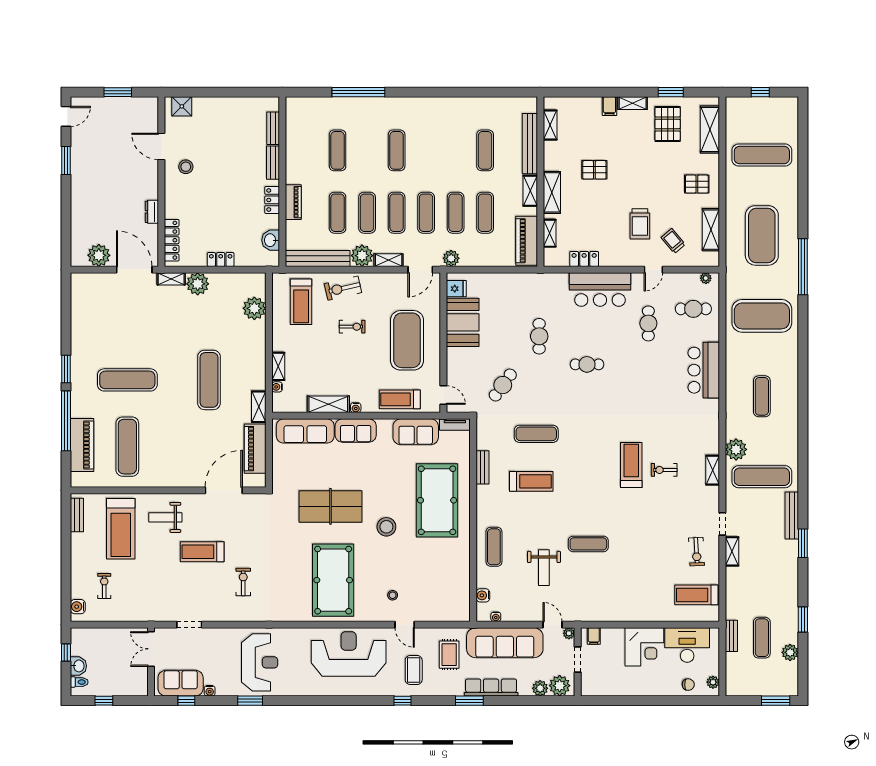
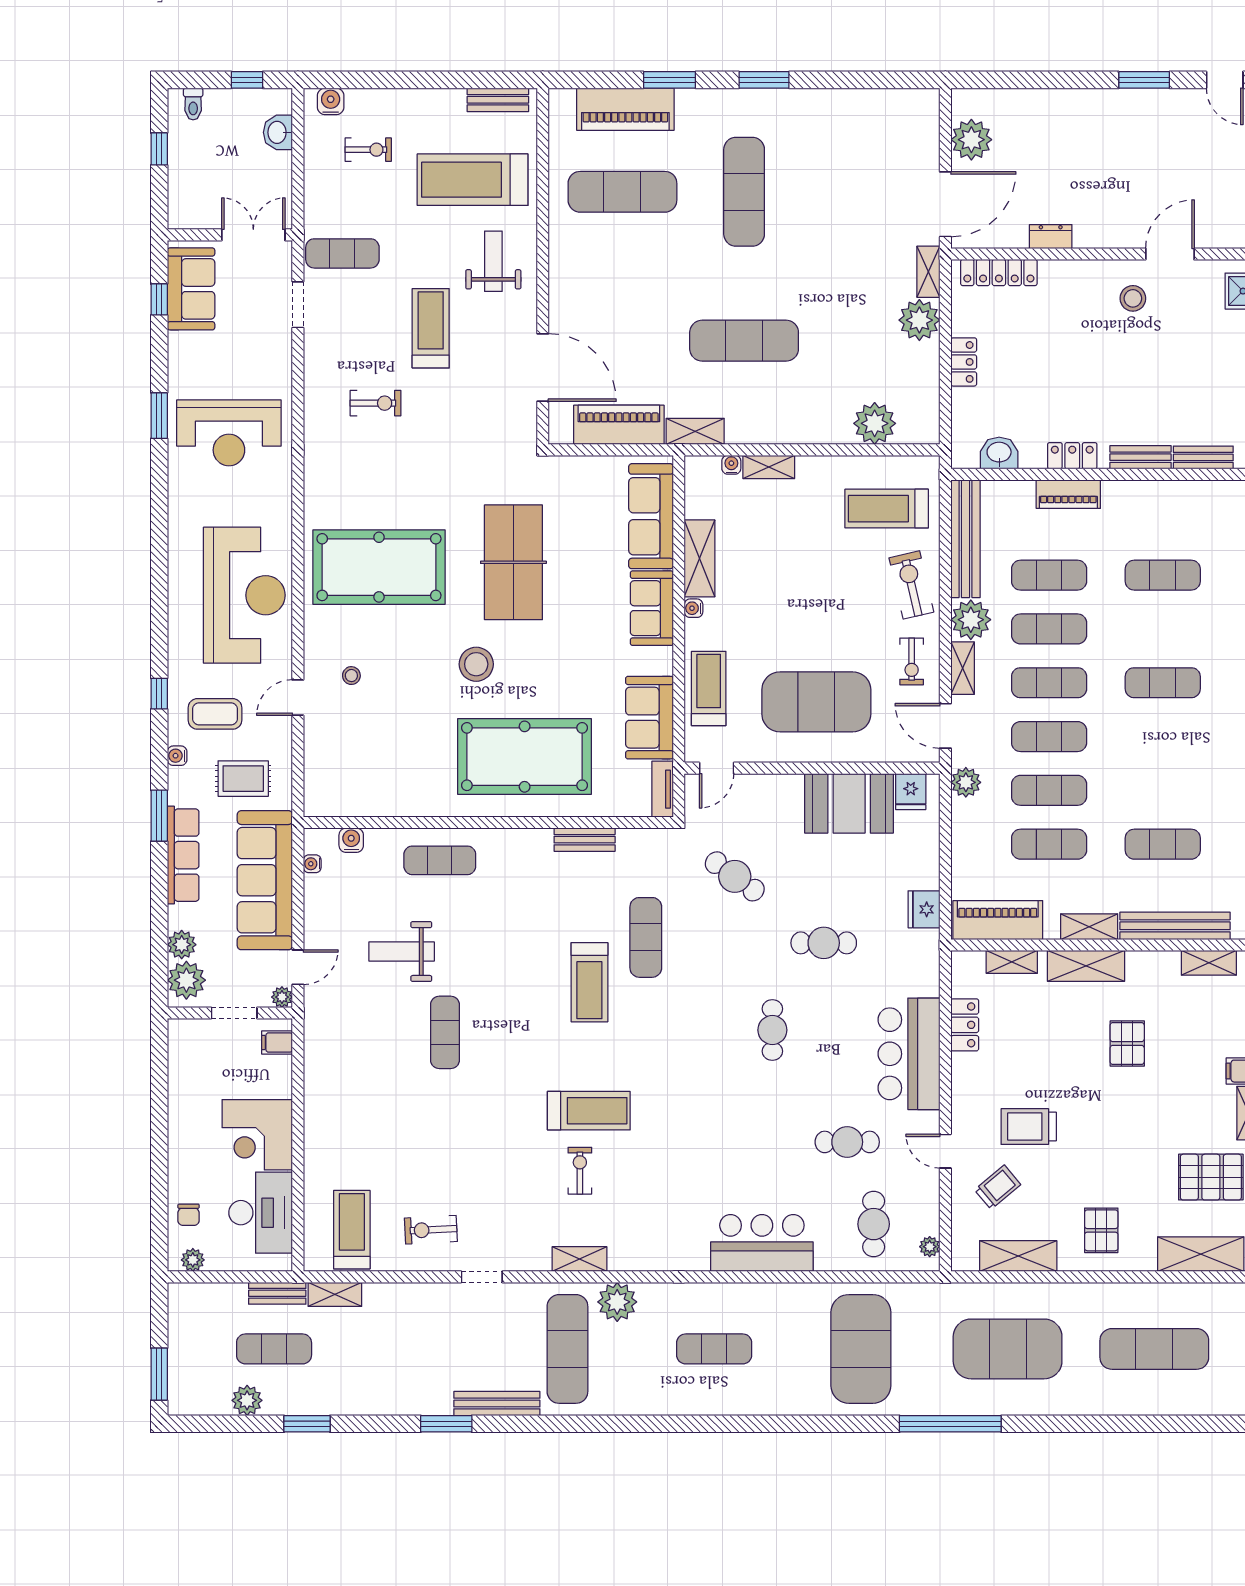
exercise mat: (762, 155) -> (1154, 1349), turned 90
fridge: (521, 281) -> (924, 909), added
exercise bike: (352, 327) -> (912, 661), moved
window: (66, 421) -> (670, 80), width x0.47
treadmill: (531, 481) -> (589, 982), moved
shelving: (732, 551) -> (335, 1294), moved
exercise mat: (161, 600) -> (342, 253), added
washbasin: (78, 666) -> (278, 132), moved, turned 90
water cooler: (210, 691) -> (177, 756), moved

